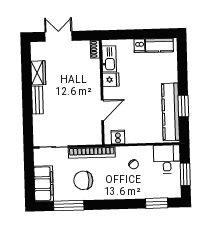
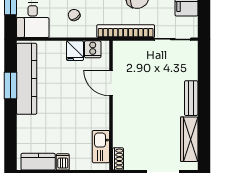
wardrobe: (38, 73) -> (189, 139), width x1.50
fridge: (111, 80) -> (75, 51), moved, turned -90
door: (102, 110) -> (111, 83), hinge flipped

